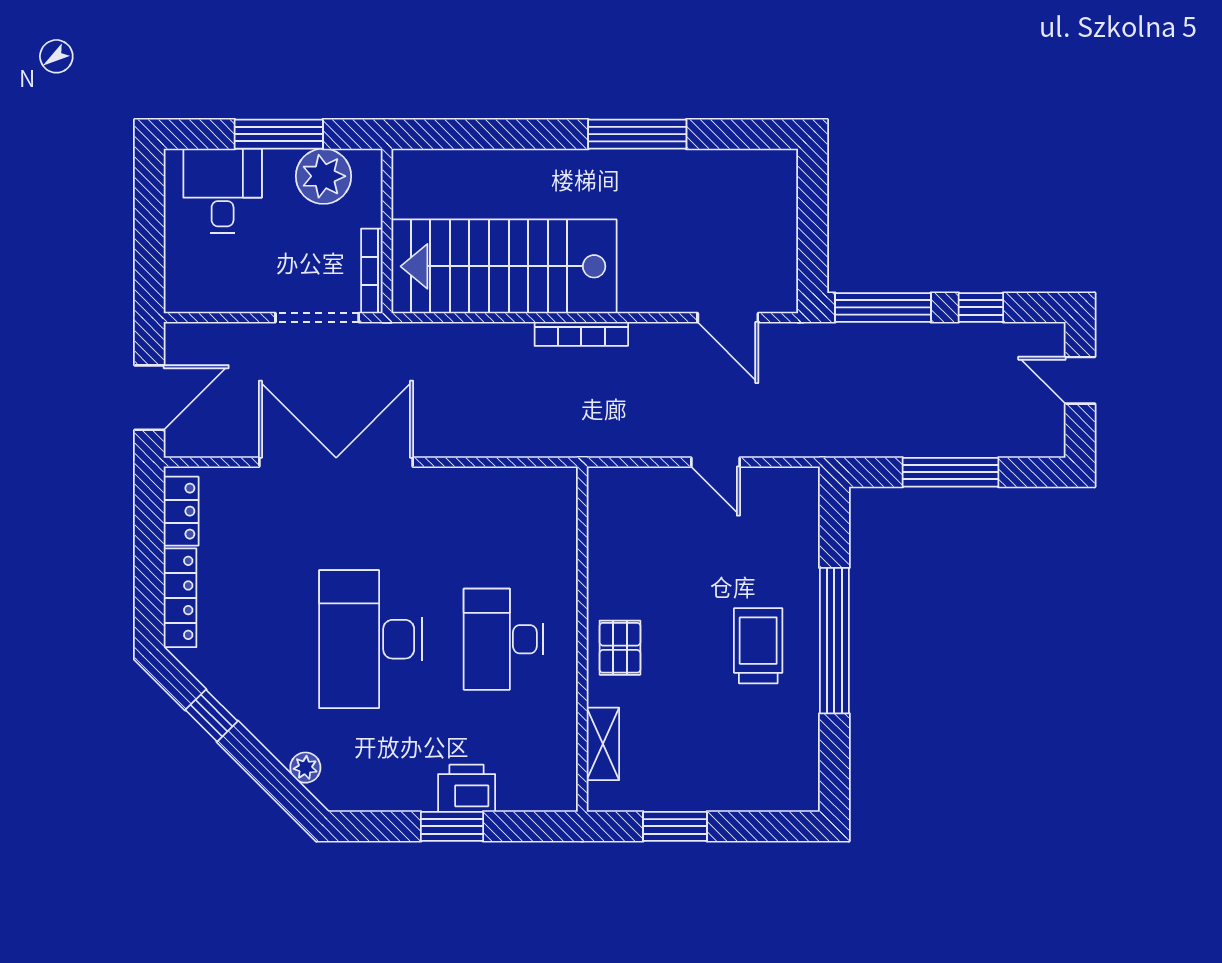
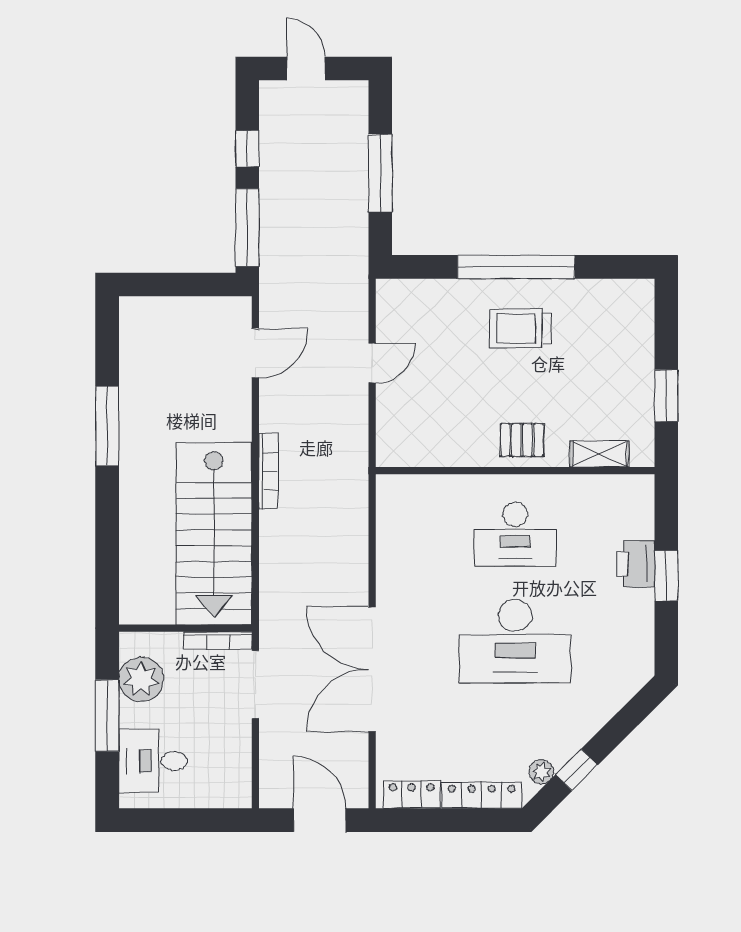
door: (1080, 380) -> (306, 68), swing flipped
plant: (305, 768) -> (541, 772), moved

